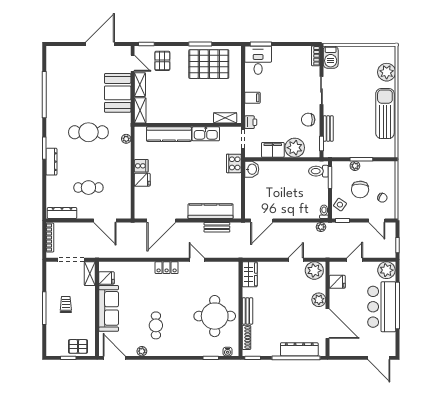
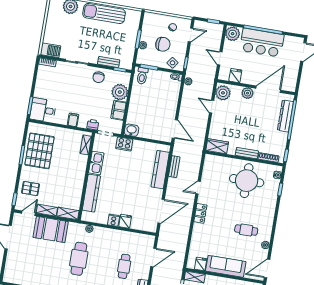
door: (161, 221) -> (161, 211), hinge flipped

